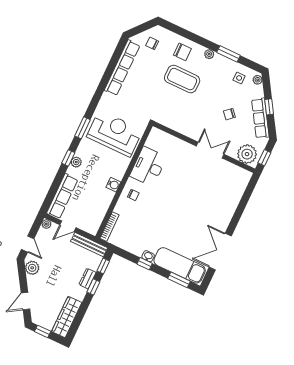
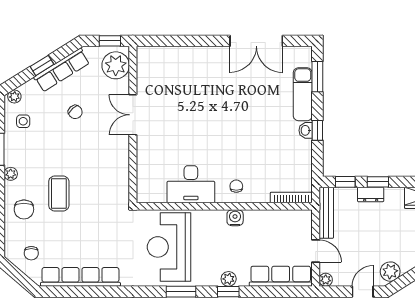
chair: (182, 52) -> (24, 209), turned 180
coffee table: (182, 79) -> (59, 193), width x0.73, depth x0.76
exam couch: (180, 265) -> (303, 94), width x0.73, depth x0.69

